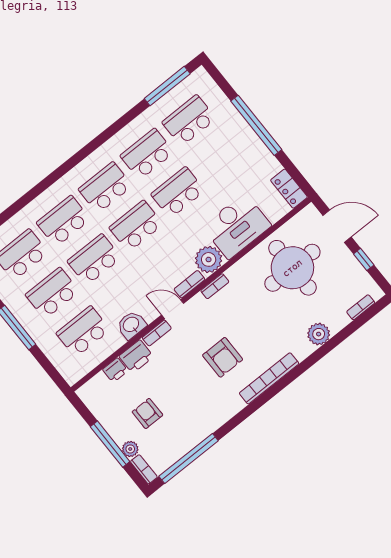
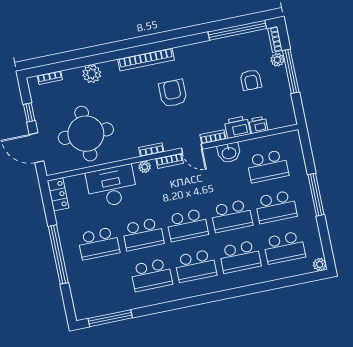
school desk: (189, 120) -> (99, 243), moved
plant: (209, 259) -> (145, 167), width x0.53, depth x0.53

